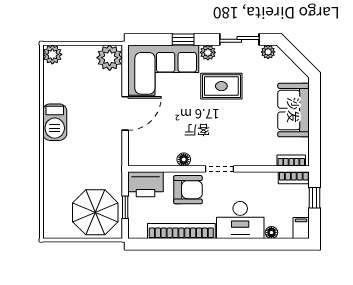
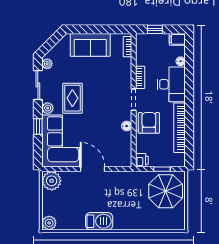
bookcase: (294, 178) -> (140, 77), moved
printer: (146, 184) -> (142, 160), width x0.53, depth x0.68

